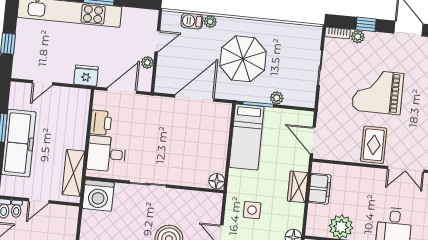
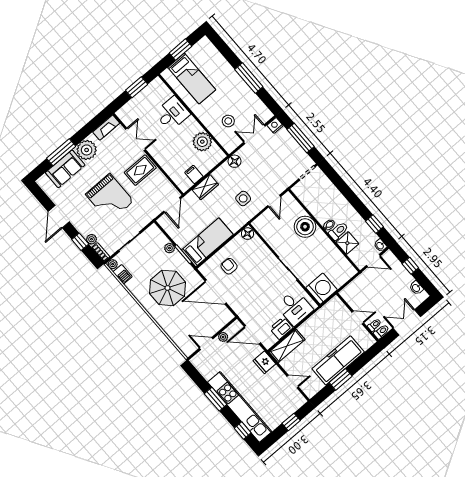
barbecue: (192, 21) -> (122, 274), moved
plant: (210, 22) -> (113, 264), moved
armchair: (205, 134) -> (229, 266), added
shelving: (73, 173) -> (287, 346), moved
filing cabinet: (320, 189) -> (194, 174), width x0.50

